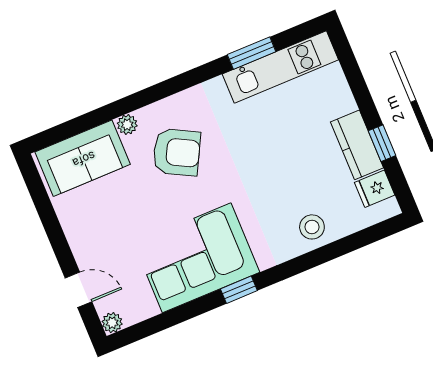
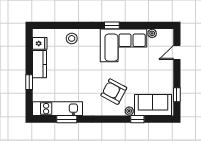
window: (103, 115) -> (137, 119), added
window: (382, 143) -> (29, 82), moved
window: (41, 201) -> (177, 95), added
door: (79, 290) -> (177, 52), hinge flipped
plant: (112, 323) -> (152, 33), moved

